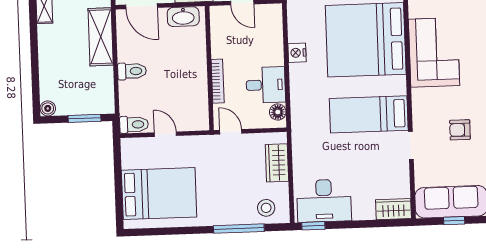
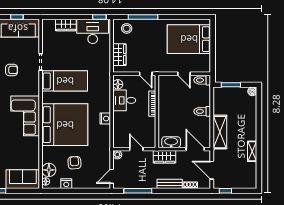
wardrobe: (394, 209) -> (66, 25), moved

